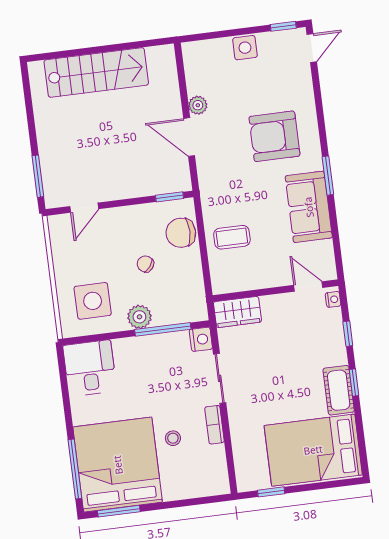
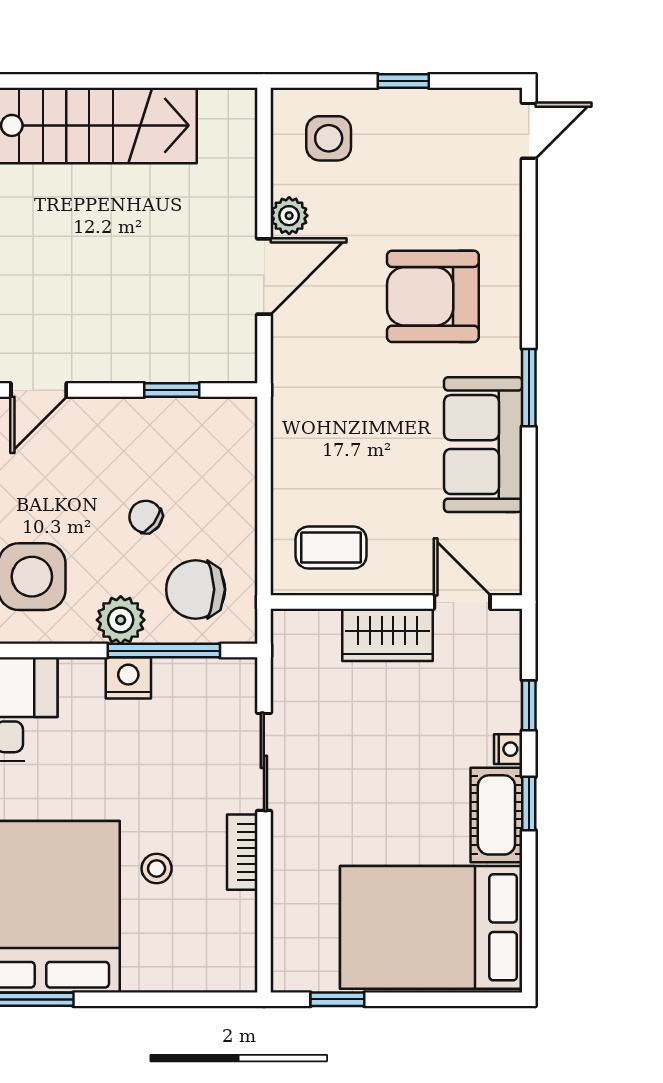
window: (283, 26) -> (403, 81), moved
side table: (245, 48) -> (329, 138), moved
door: (189, 137) -> (264, 276), swing flipped
window: (170, 197) -> (172, 390), moved
chair: (181, 233) -> (196, 589), moved
coffee table: (232, 237) -> (331, 548), moved
nightstand: (333, 299) -> (508, 749), moved
wardrobe: (237, 312) -> (388, 635), moved
nightstand: (201, 339) -> (128, 678), moved, turned -90

